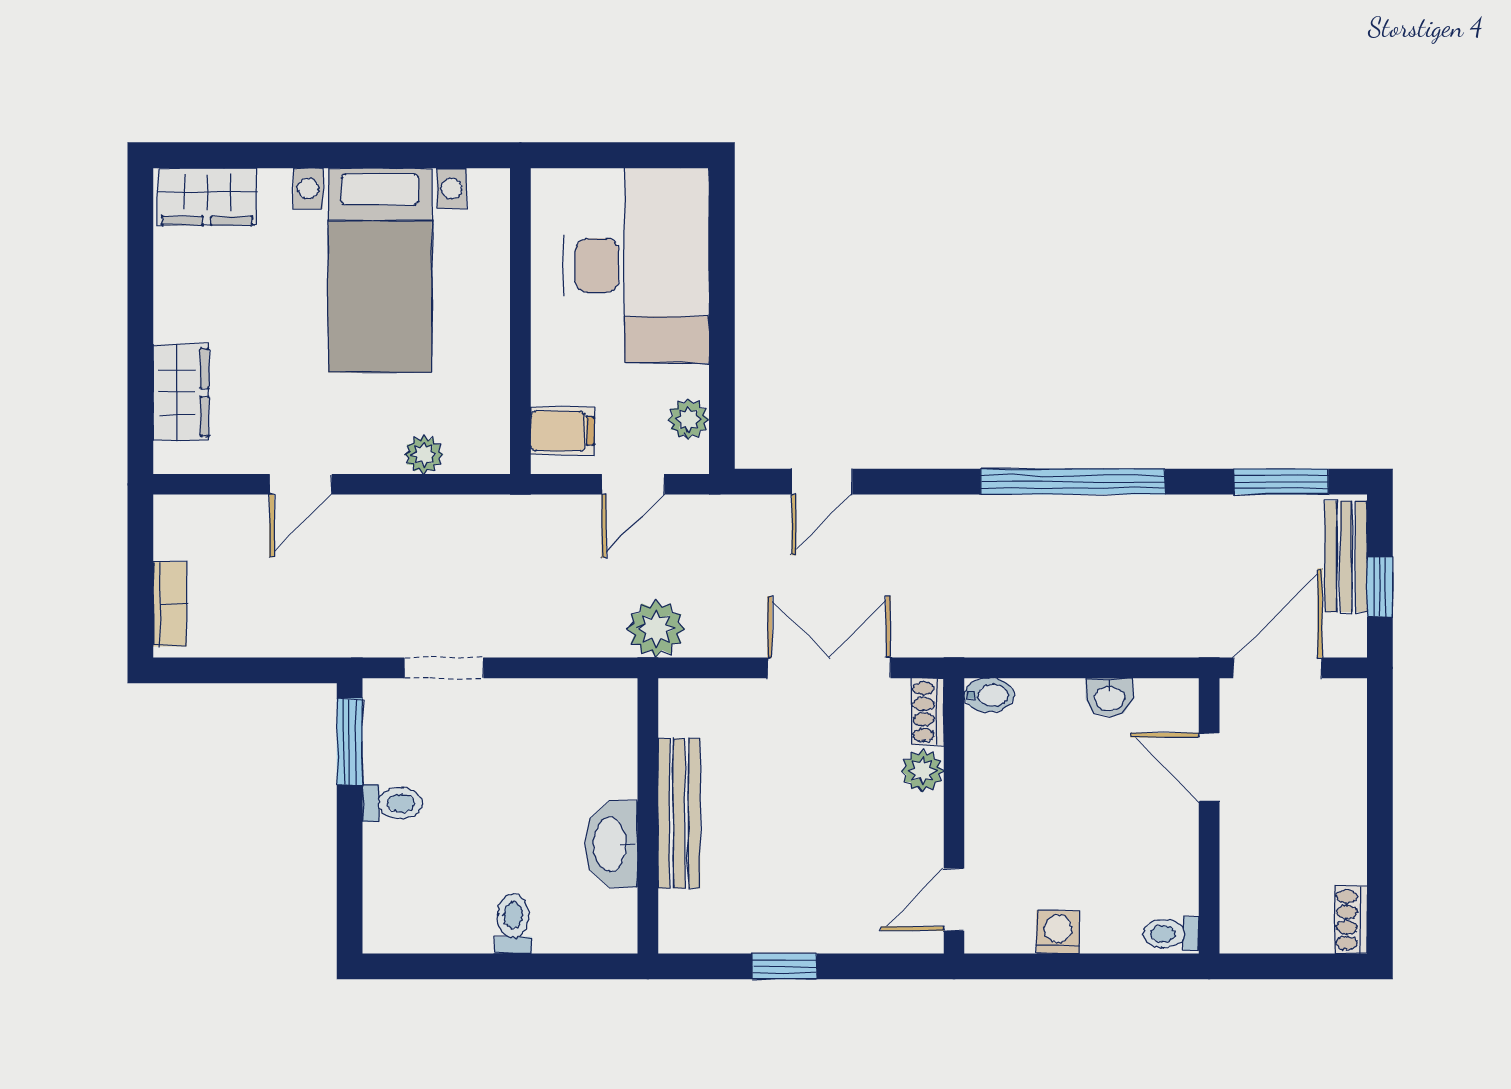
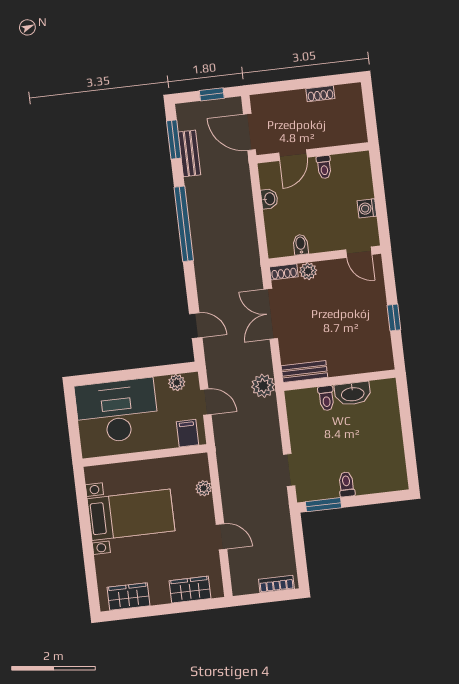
wardrobe: (207, 197) -> (128, 596), moved, turned -90
bench: (1346, 556) -> (189, 153), moved, turned 90
bidet: (989, 695) -> (301, 245), moved
bench: (679, 813) -> (304, 371), moved, width x0.73
shoe rack: (1351, 920) -> (320, 94), moved
toilet: (513, 924) -> (326, 398), moved, turned -90
toilet: (1171, 934) -> (324, 167), moved

